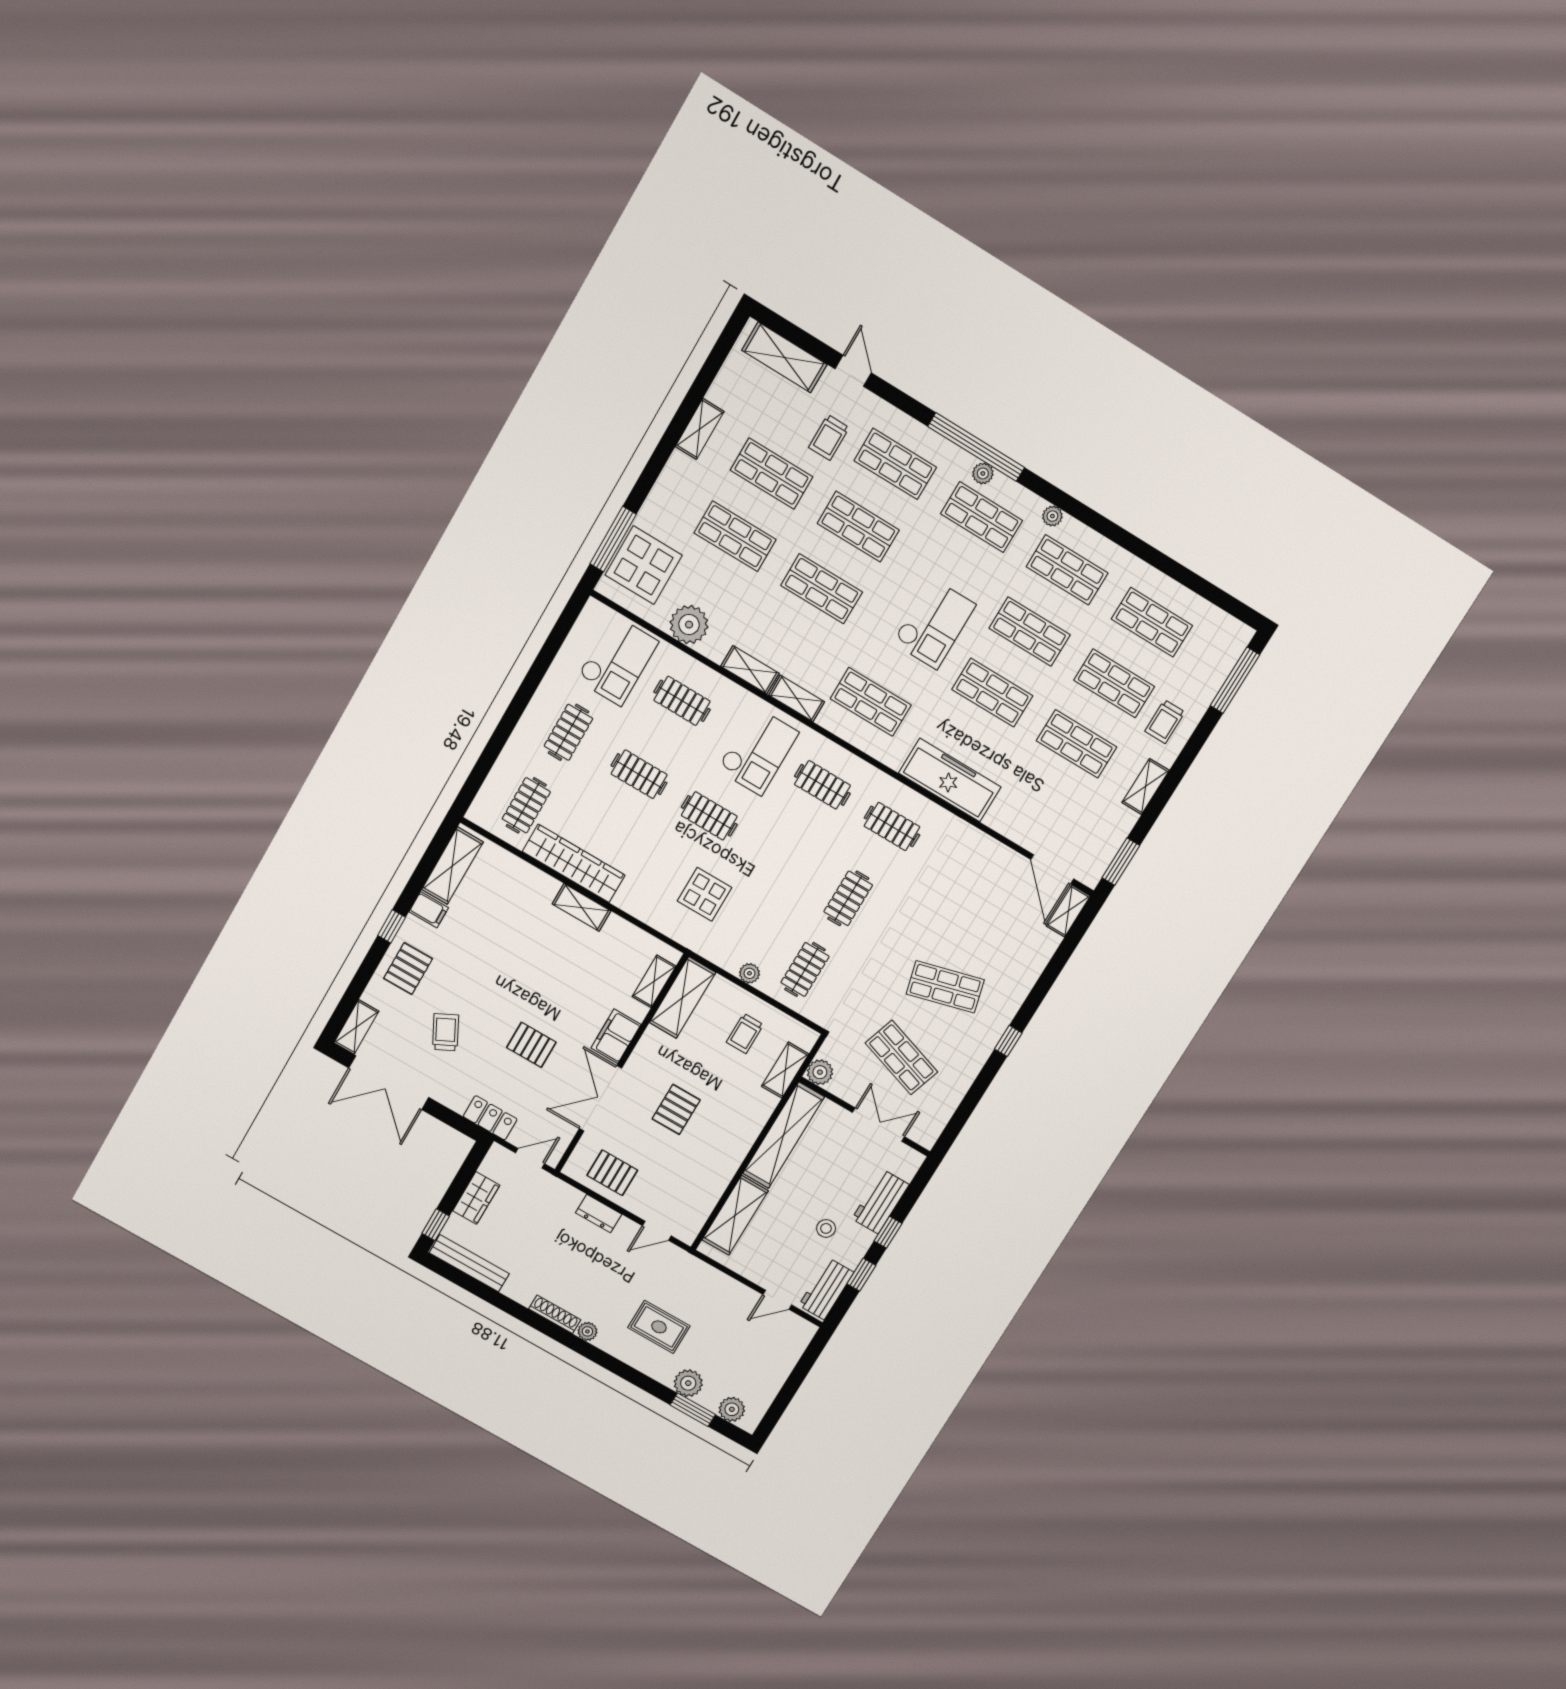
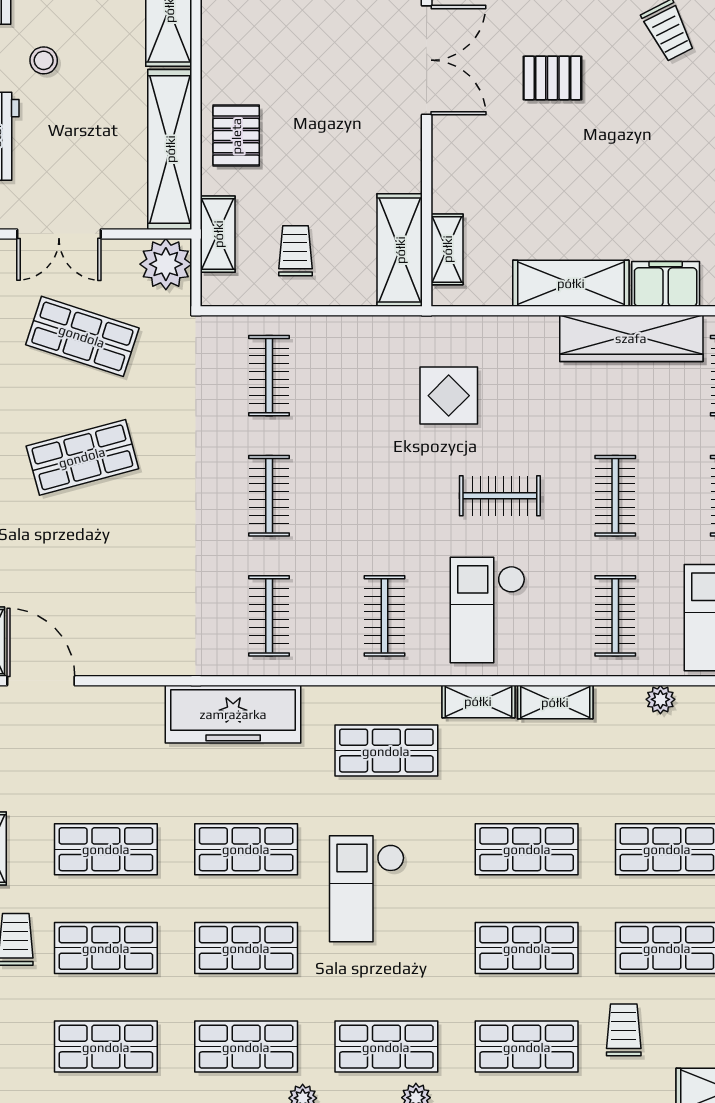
plant: (689, 625) -> (660, 699), width x0.53, depth x0.53
clothes rail: (682, 701) -> (615, 616), turned 90
clothes rail: (639, 774) -> (615, 496), turned 90
clothes rail: (822, 785) -> (384, 616), turned 90
clothes rail: (892, 826) -> (269, 616), turned 90
shelving: (581, 907) -> (571, 283), width x1.50, depth x1.33
plant: (749, 973) -> (335, 330), removed
filing cabinet: (616, 1036) -> (666, 284), moved, turned -90
plant: (820, 1072) -> (166, 264), width x1.36, depth x1.36
pallet: (676, 1109) -> (236, 136), moved

